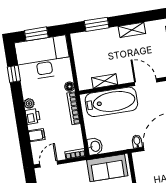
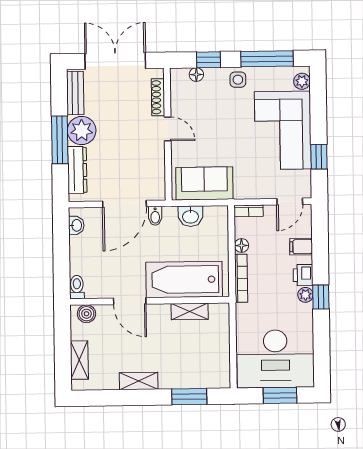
window: (14, 74) -> (321, 297), moved
floor lamp: (70, 87) -> (242, 245), moved
washbasin: (95, 146) -> (190, 216), moved, turned -90

